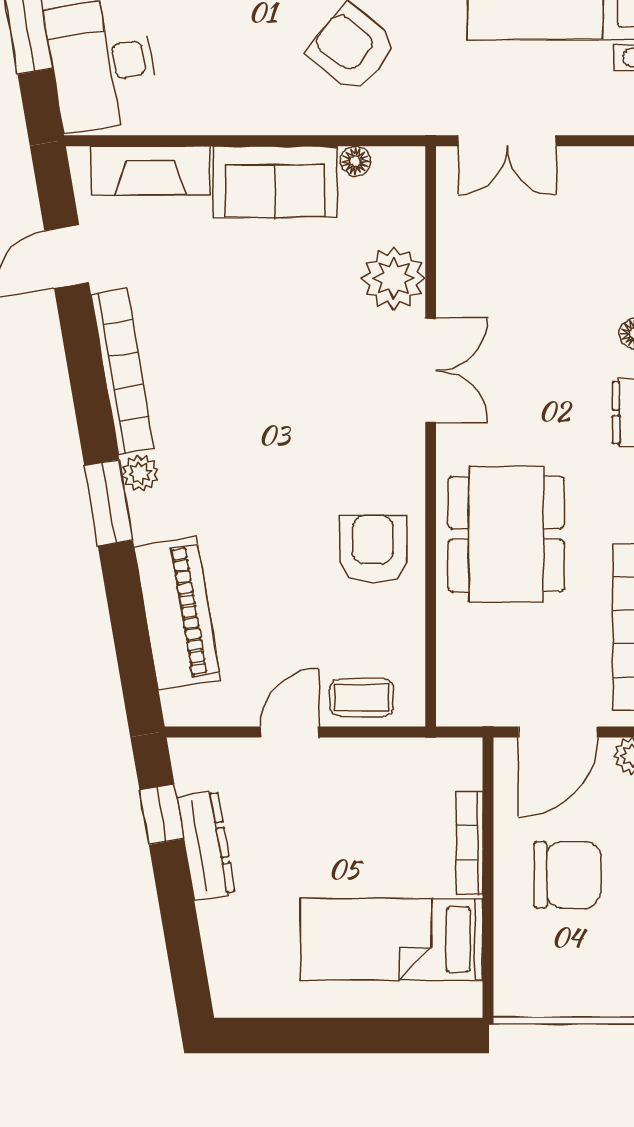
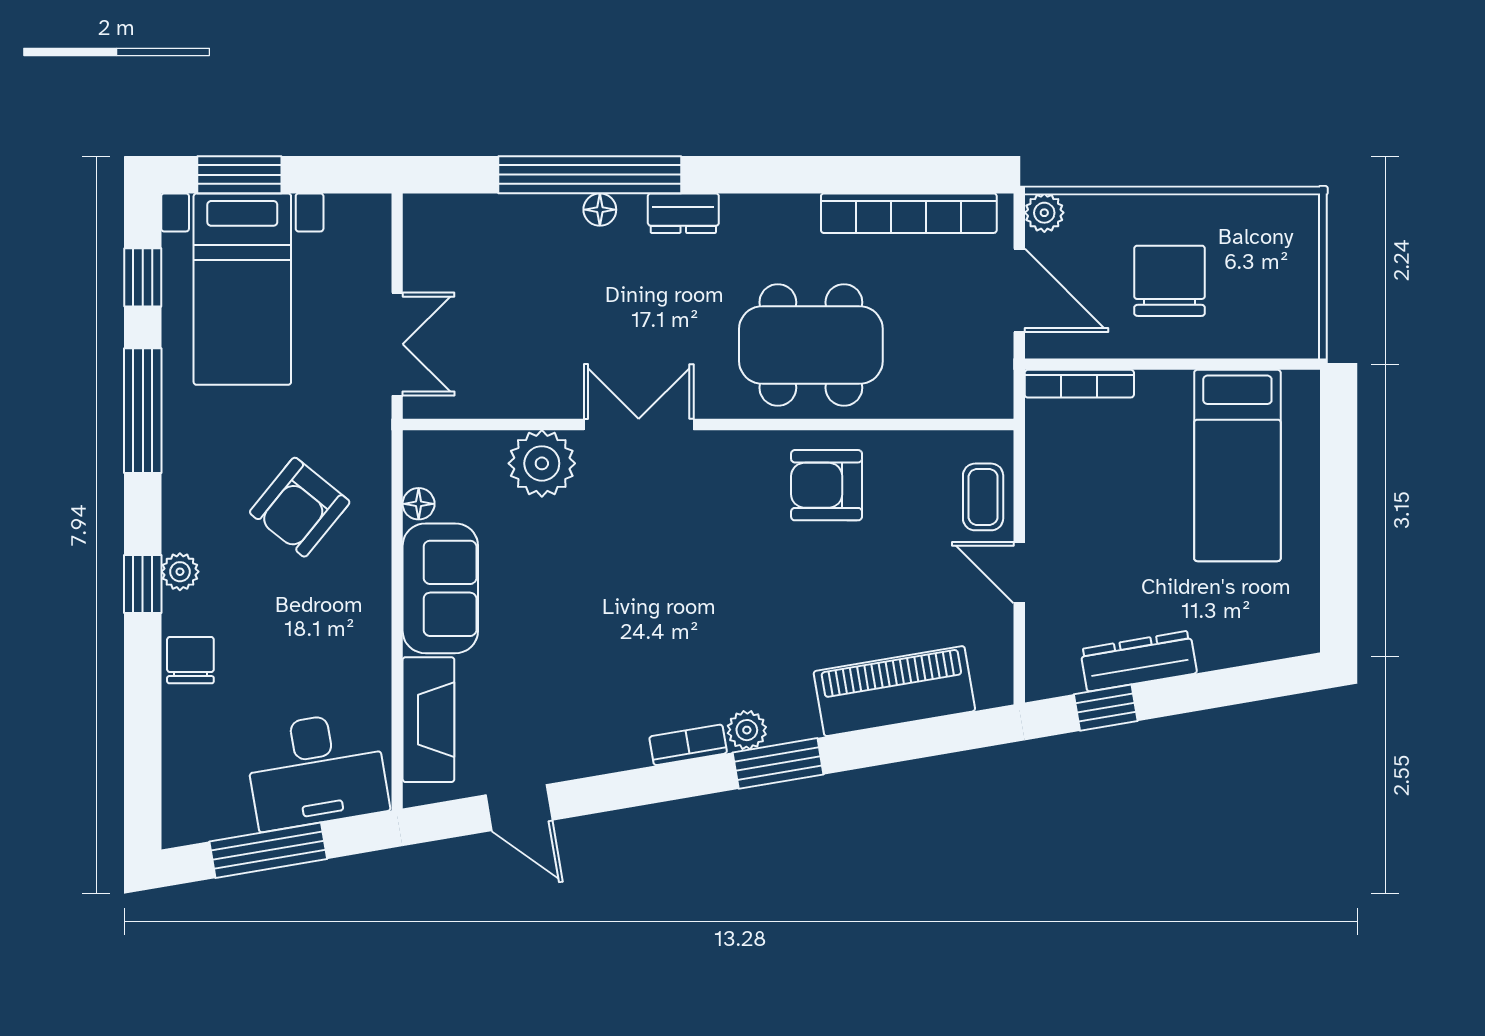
bookcase: (123, 371) -> (688, 745), width x0.43, depth x0.76
bookcase: (469, 843) -> (1079, 384), moved

